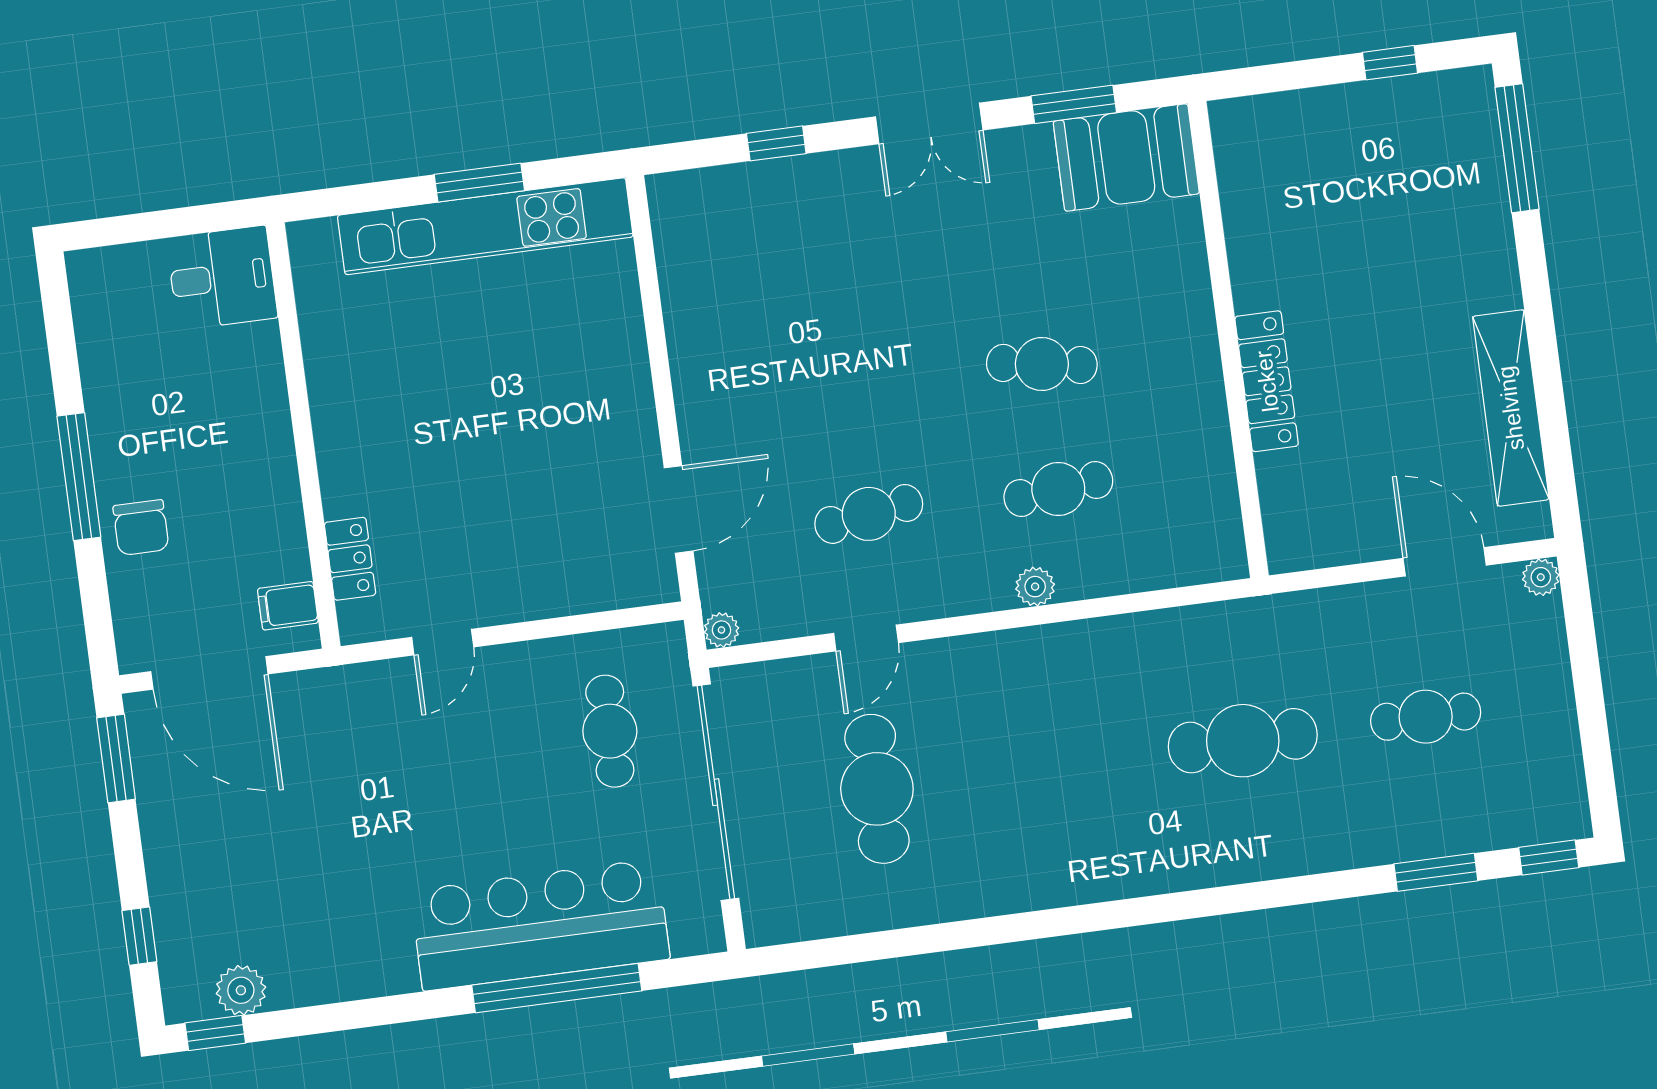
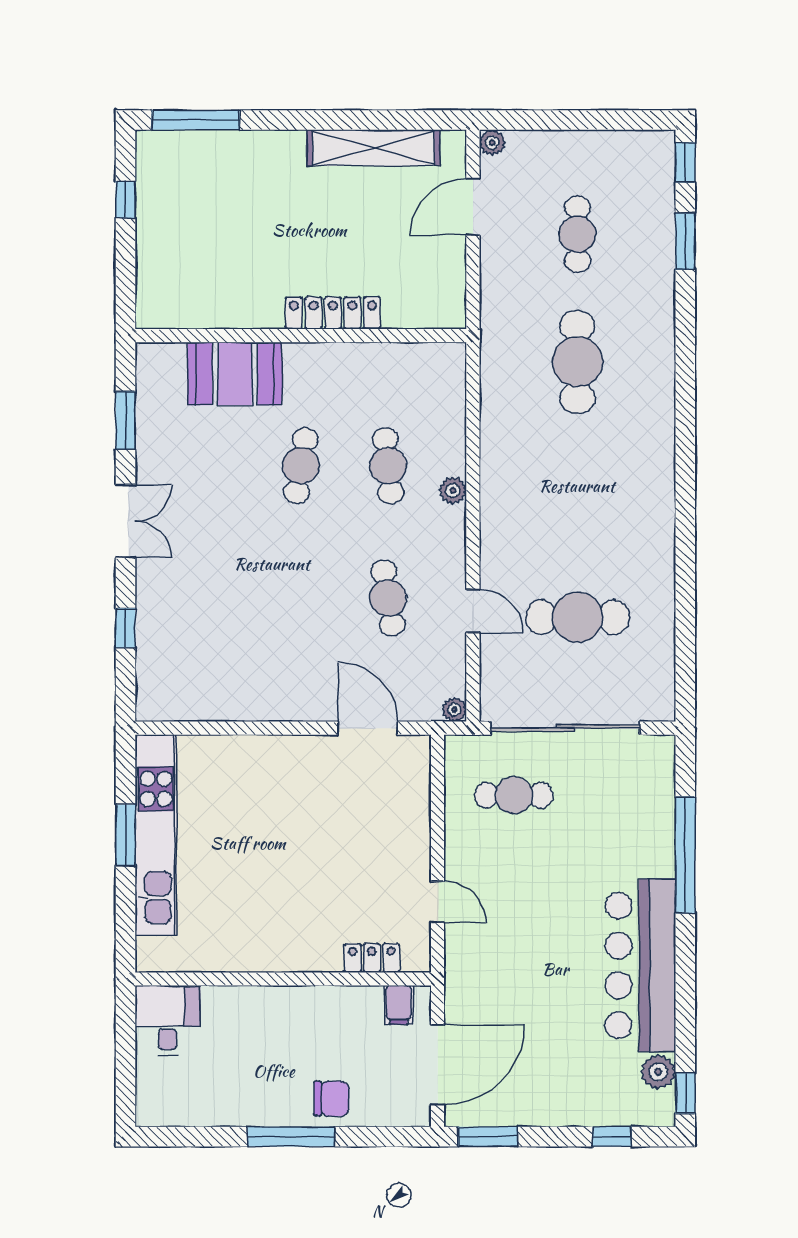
booth: (1126, 157) -> (235, 374), moved, turned 90
bar counter: (540, 925) -> (640, 965), moved

